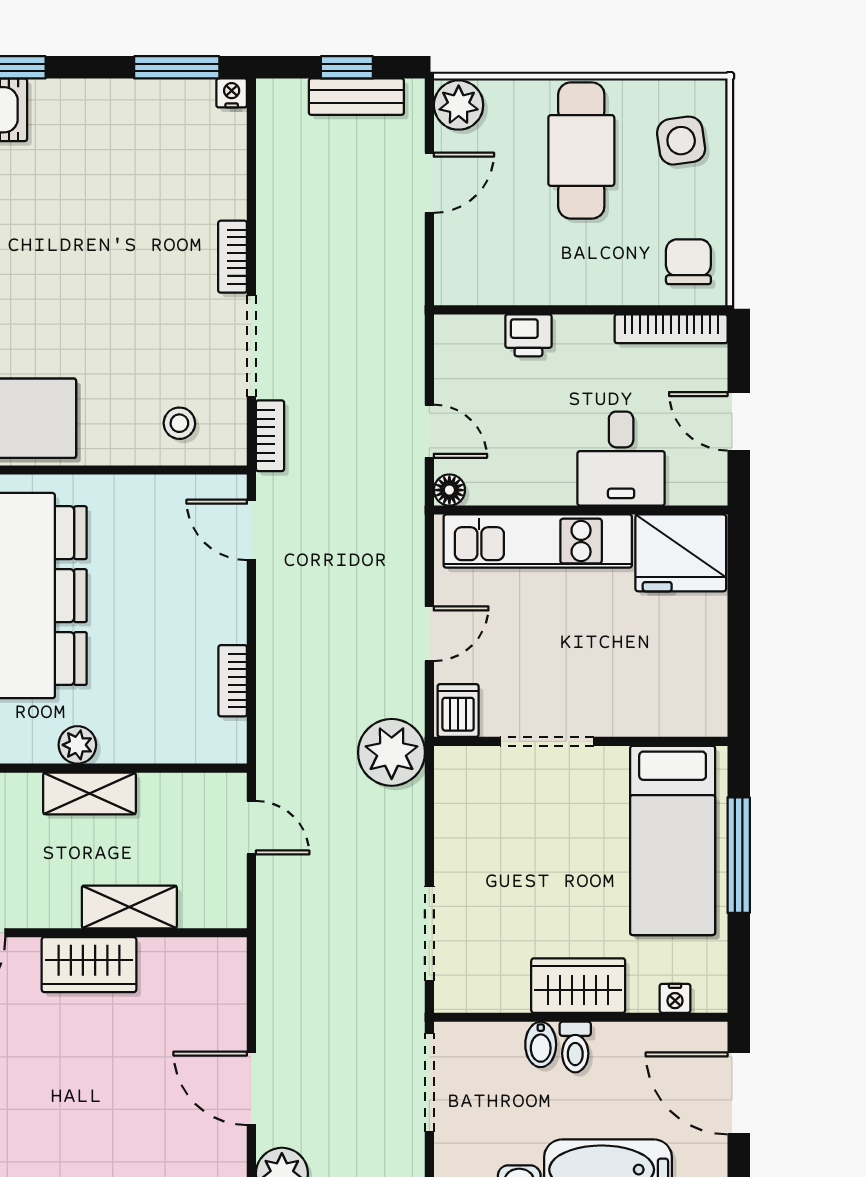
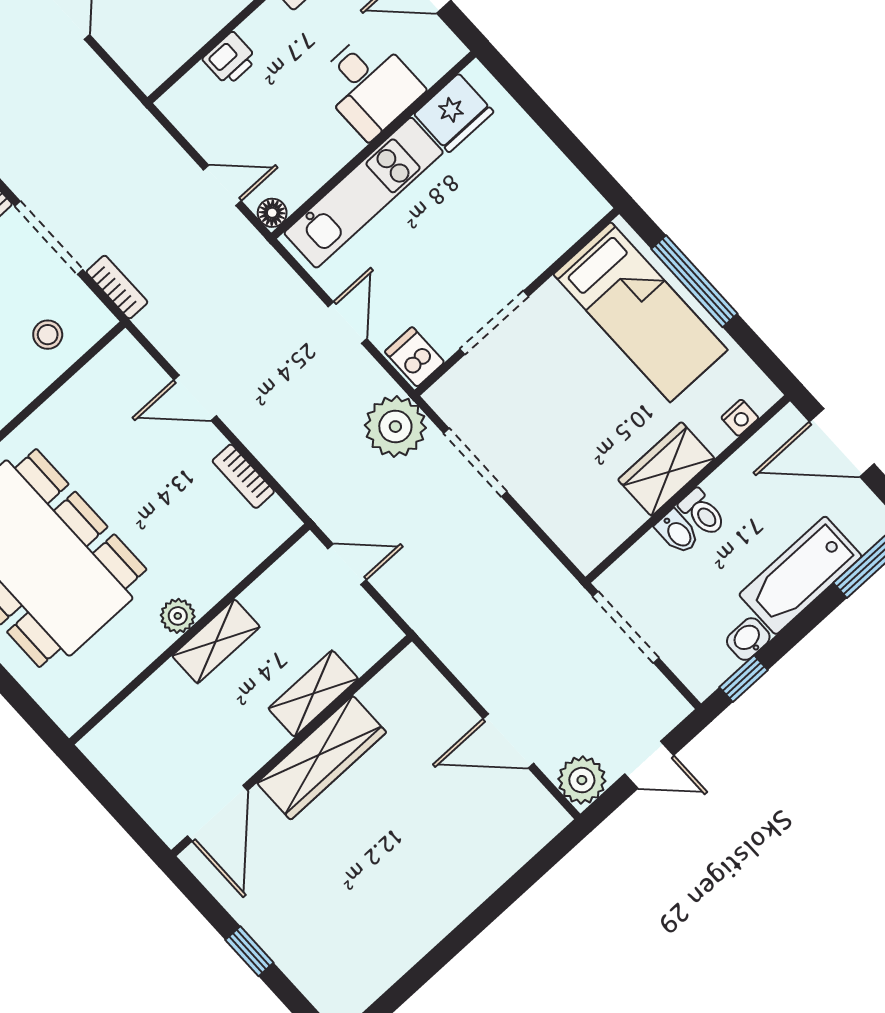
door: (251, 530) -> (195, 398), moved
fridge: (681, 553) -> (454, 113), width x0.73, depth x0.75
doorway: (429, 934) -> (475, 462), moved
wardrobe: (89, 965) -> (322, 758), width x1.50

